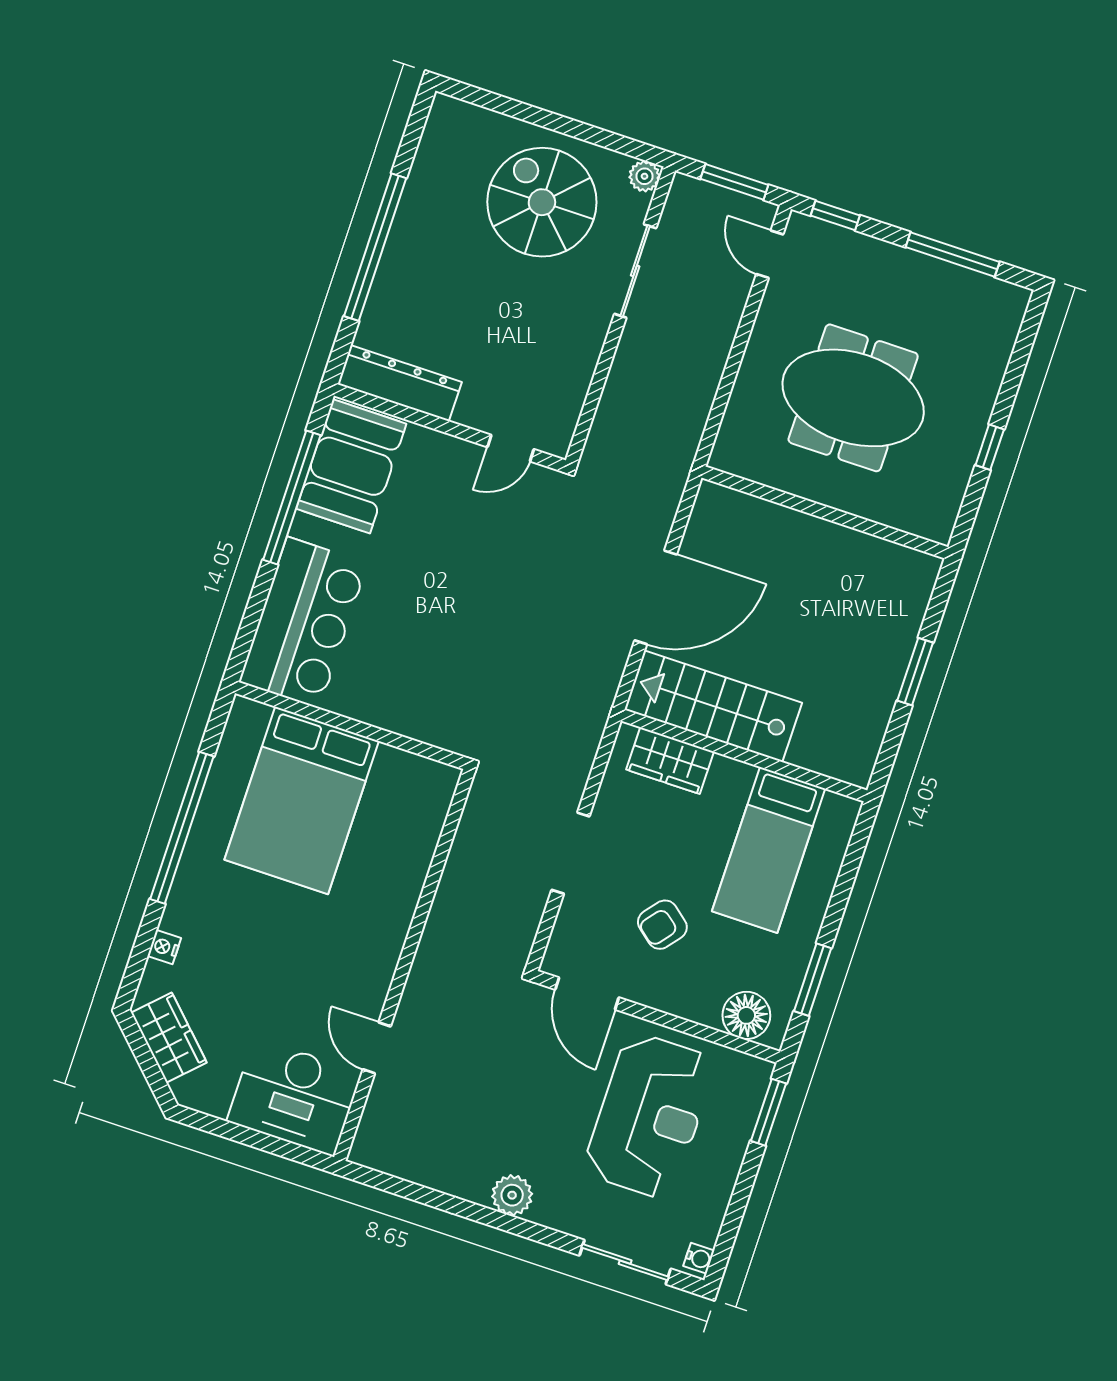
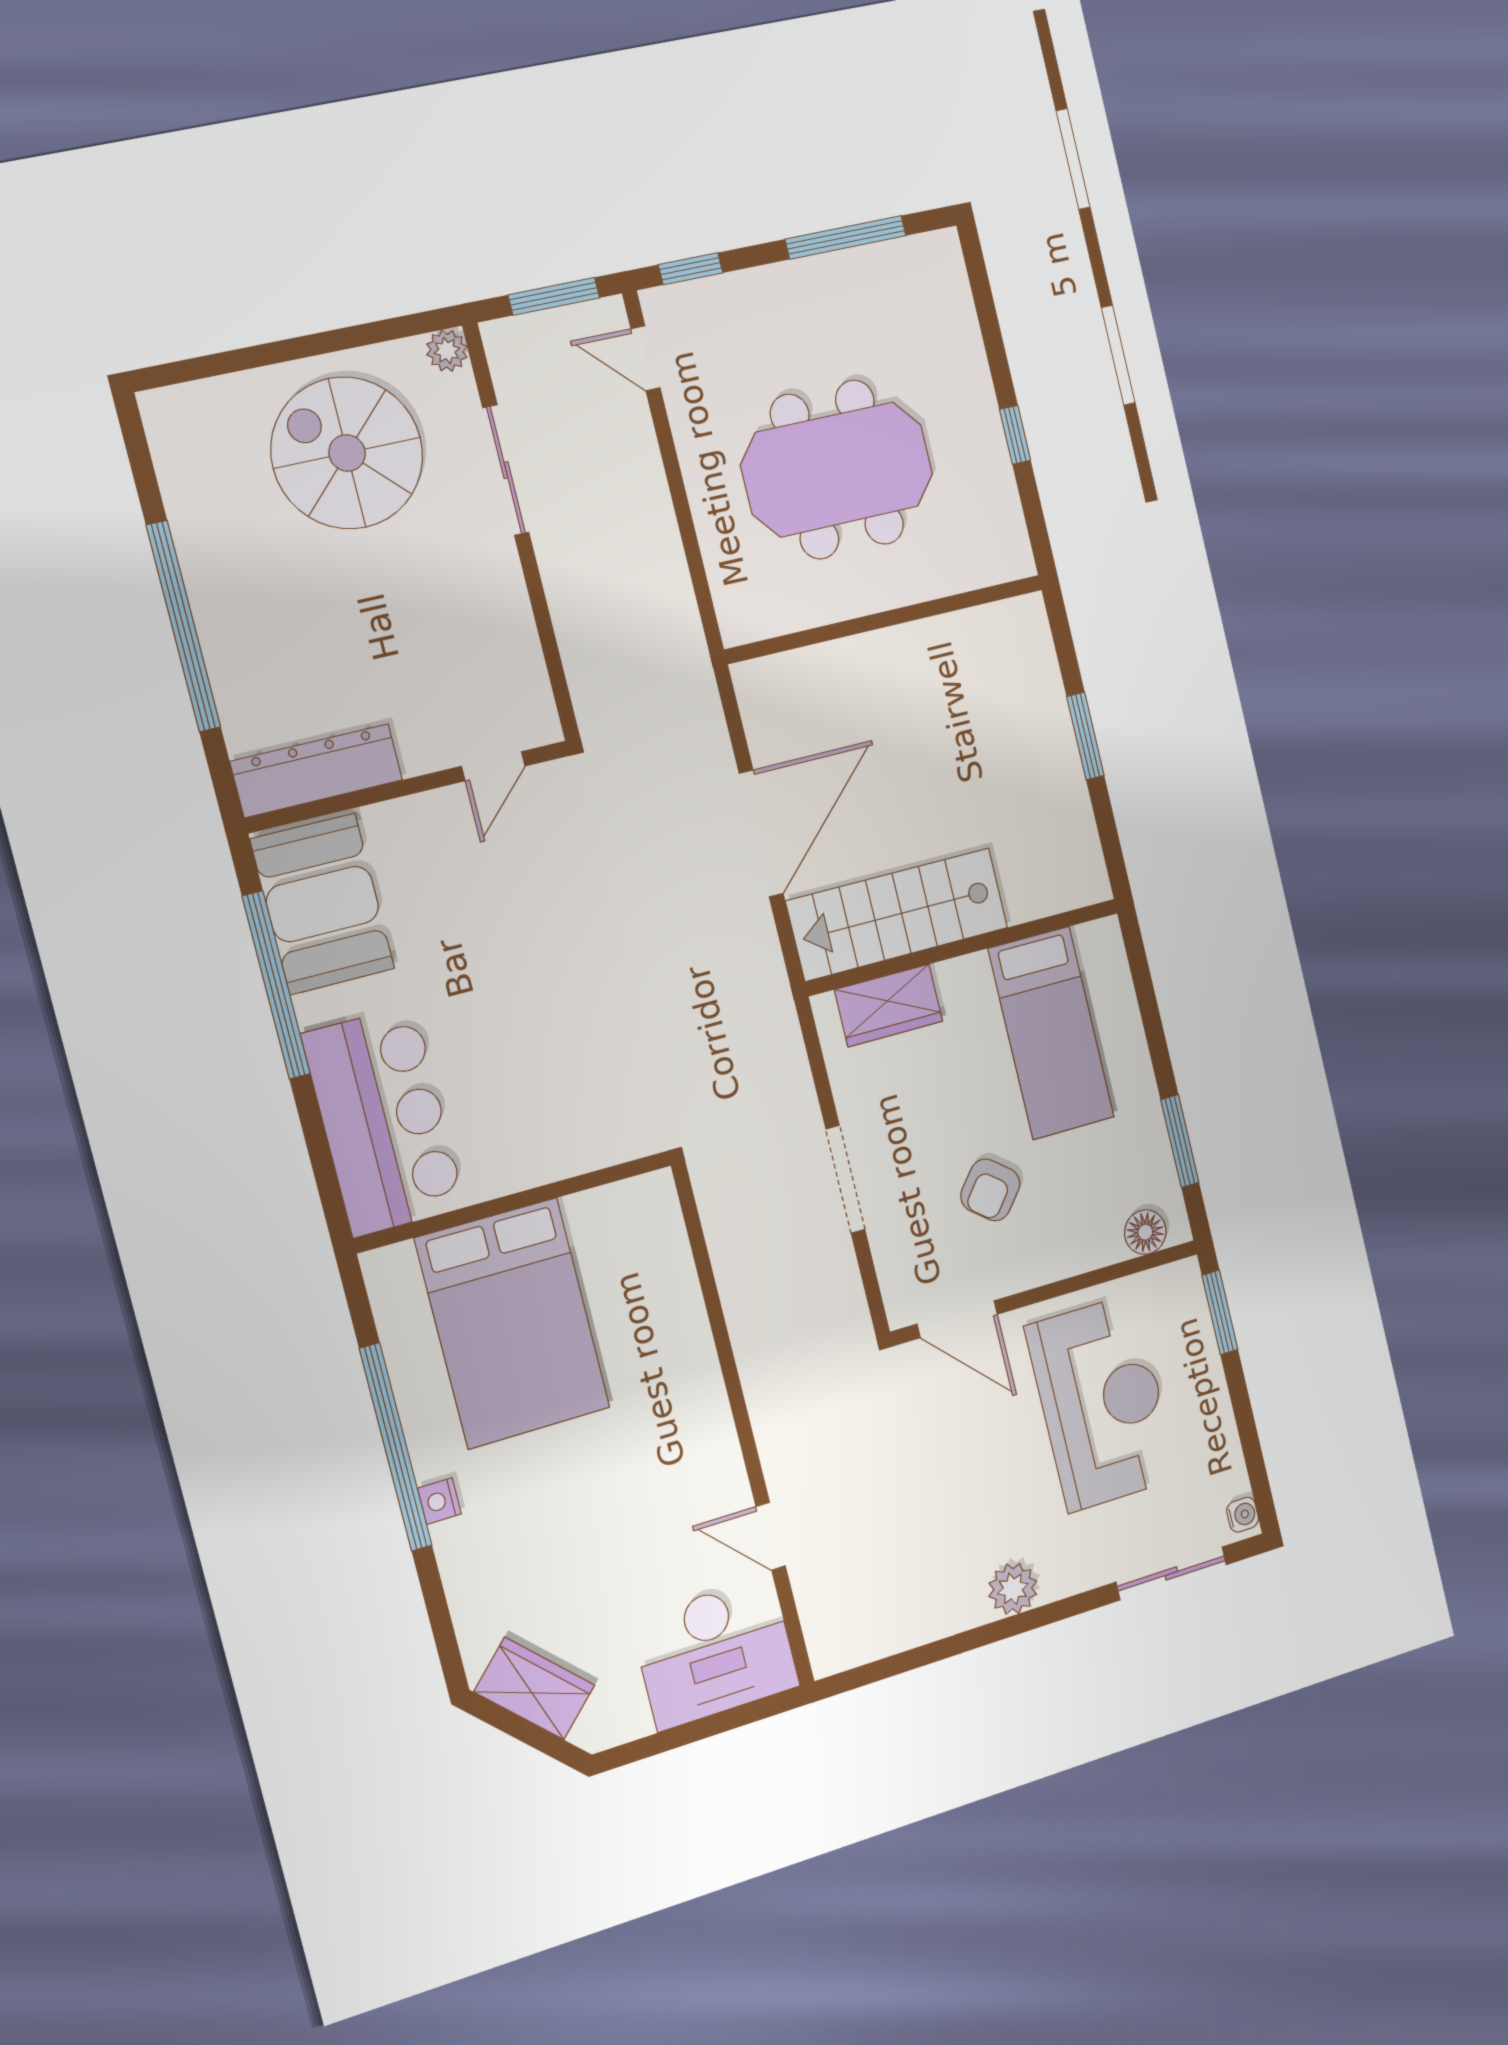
nightstand: (164, 947) -> (439, 1501), moved
floor lamp: (746, 1015) -> (1145, 1232), width x0.73, depth x0.73

